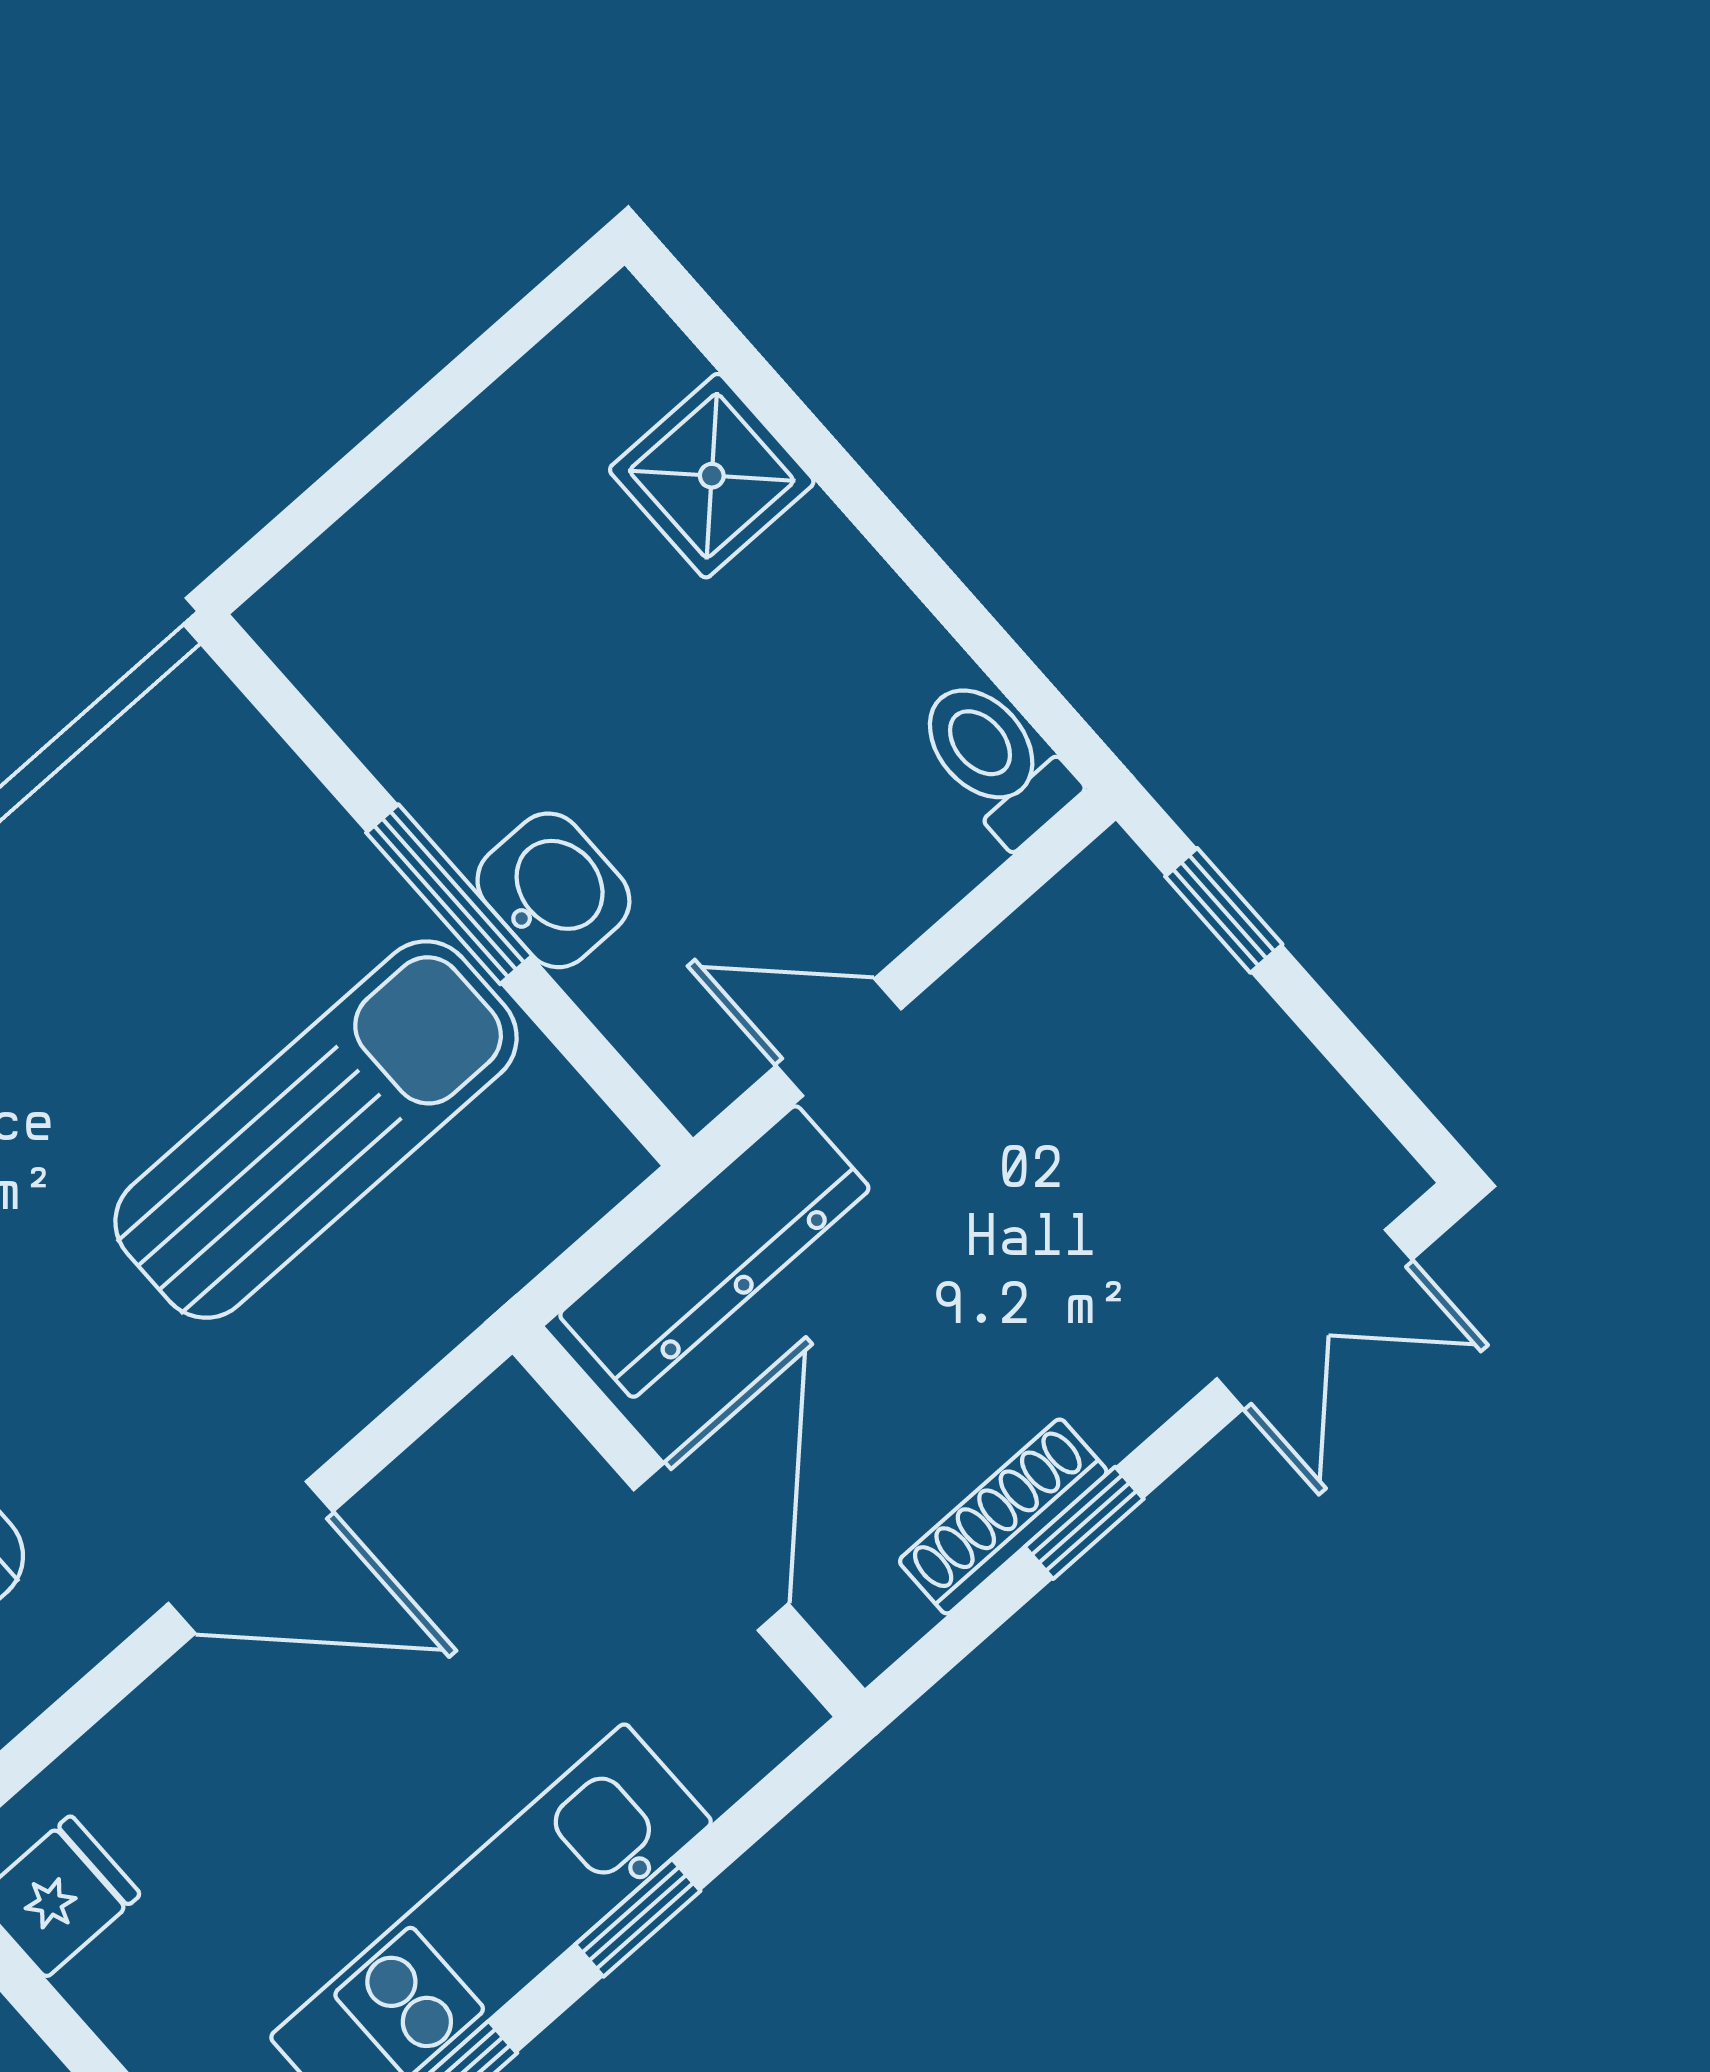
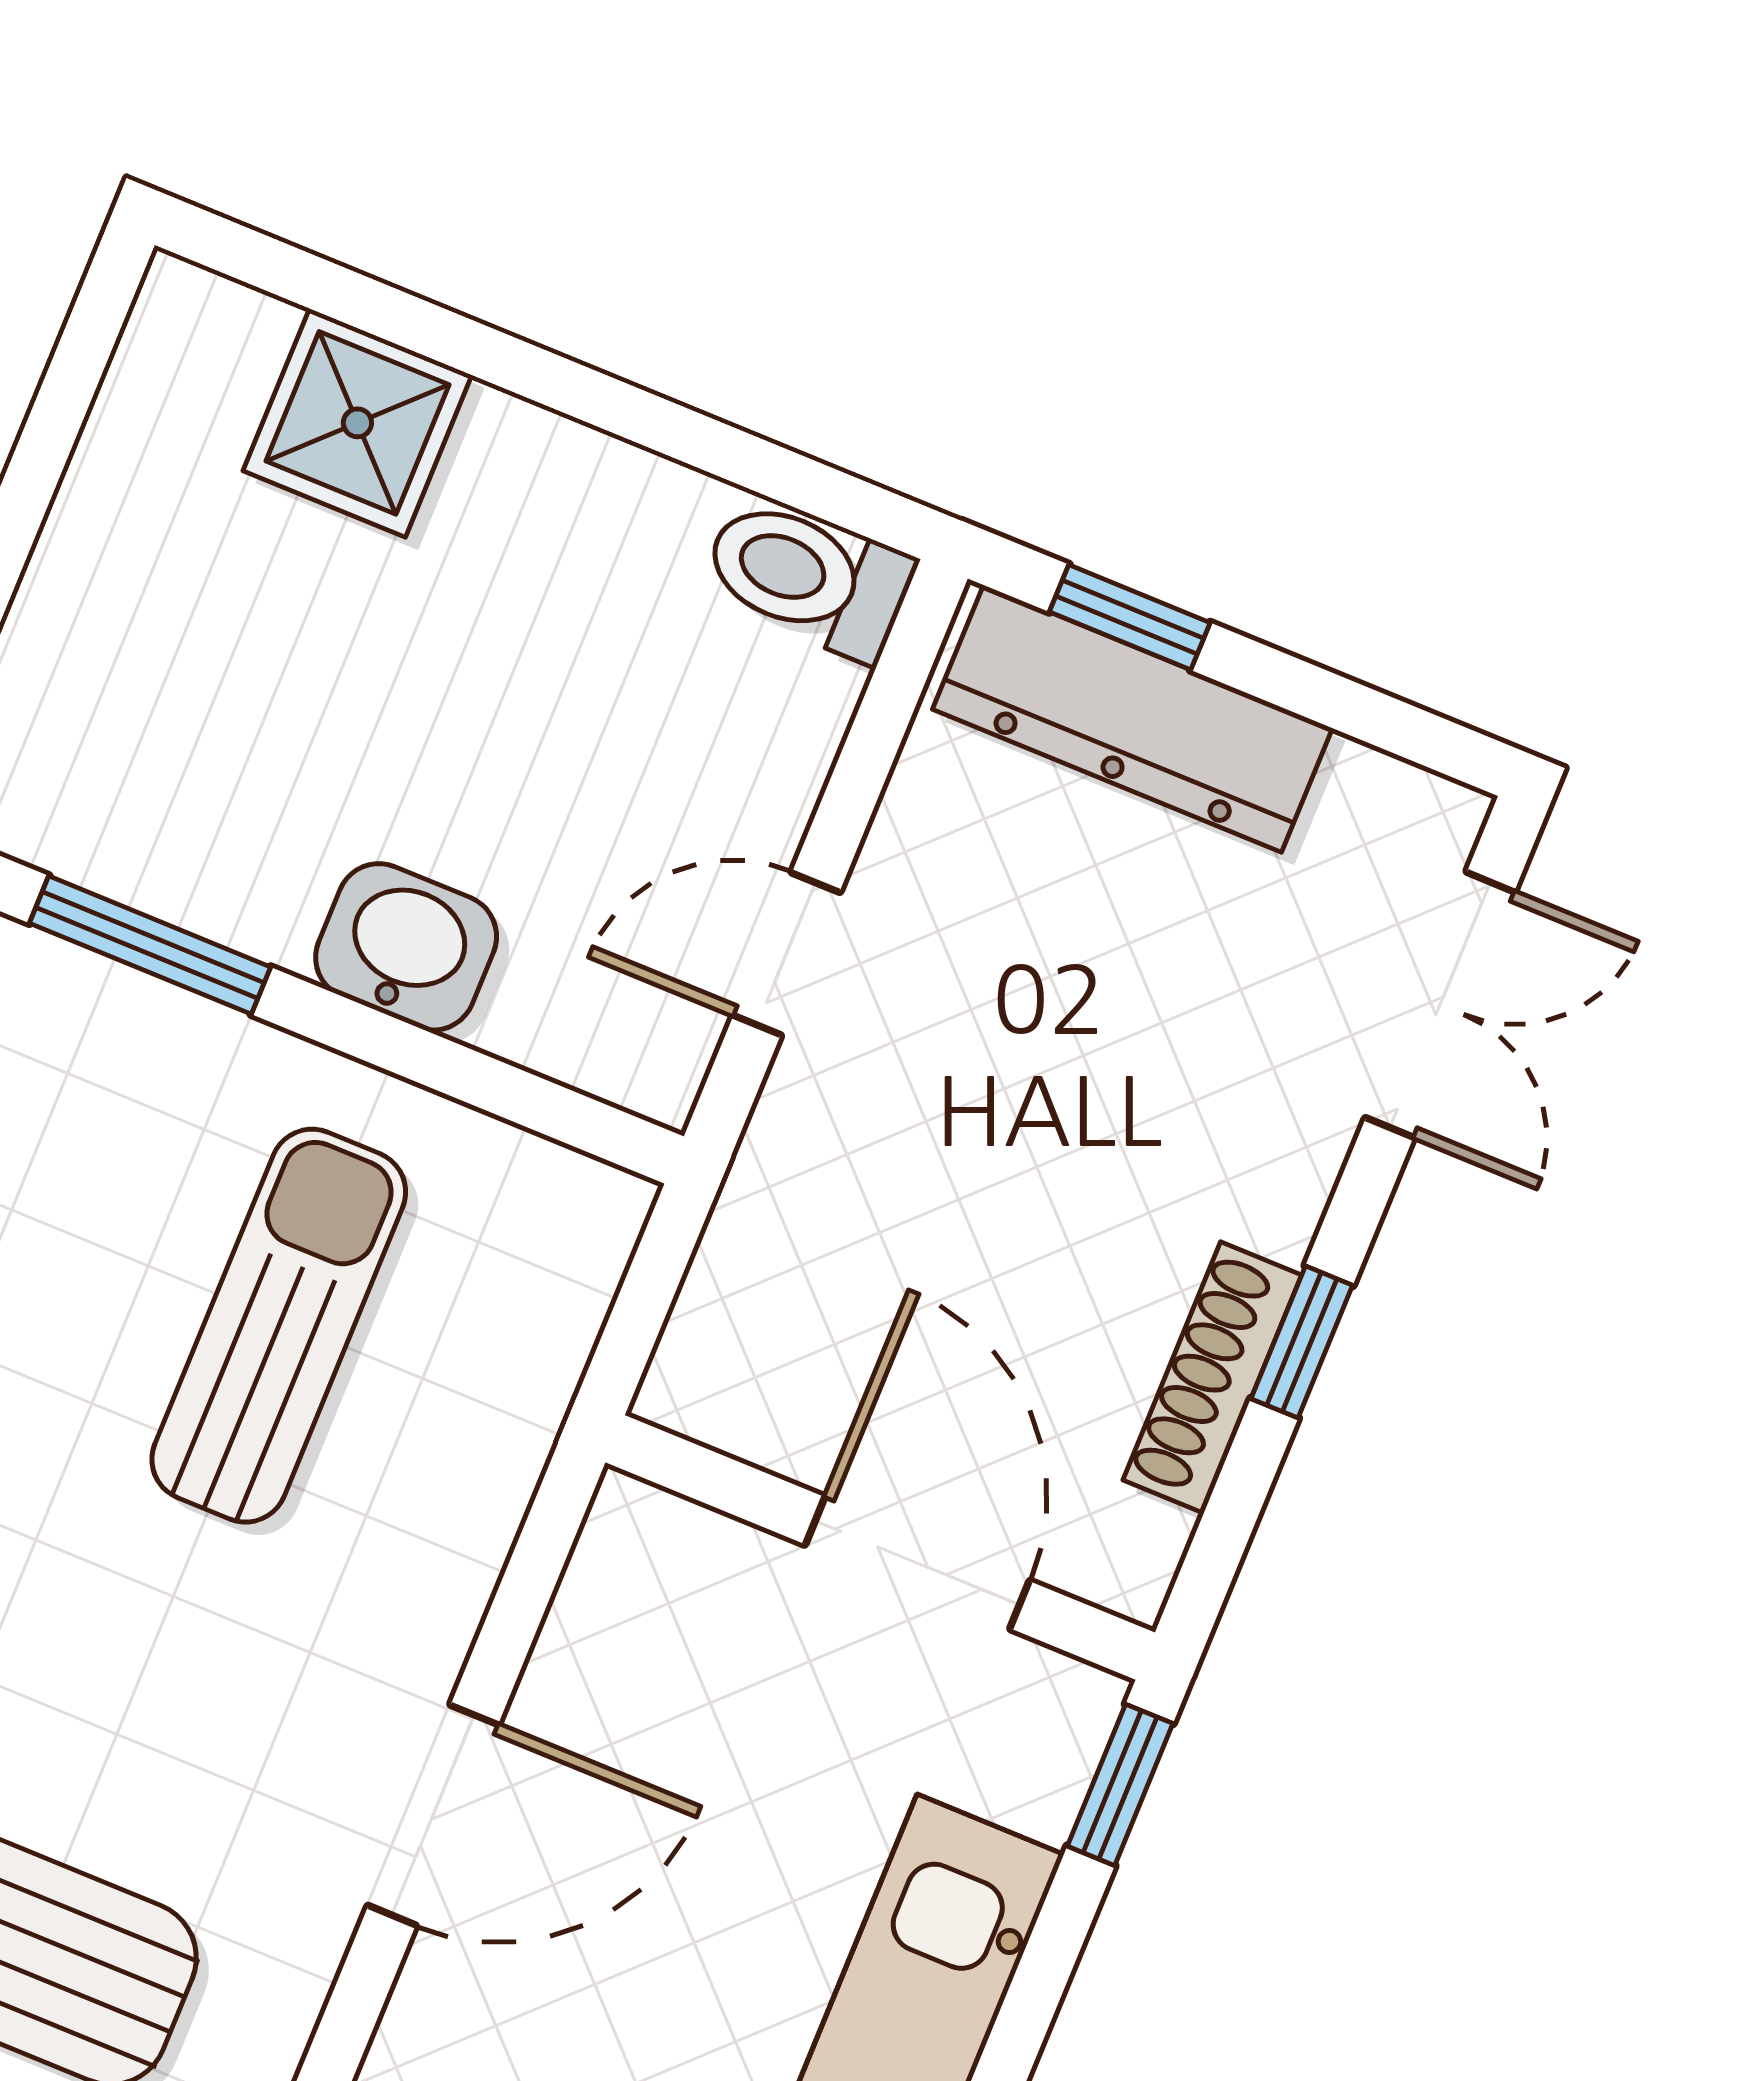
window: (449, 894) -> (150, 945), moved
sun lounger: (316, 1130) -> (279, 1326), width x0.73, depth x0.75
dresser: (714, 1252) -> (1133, 719), moved, turned 90
window: (638, 1918) -> (1120, 1785), moved

